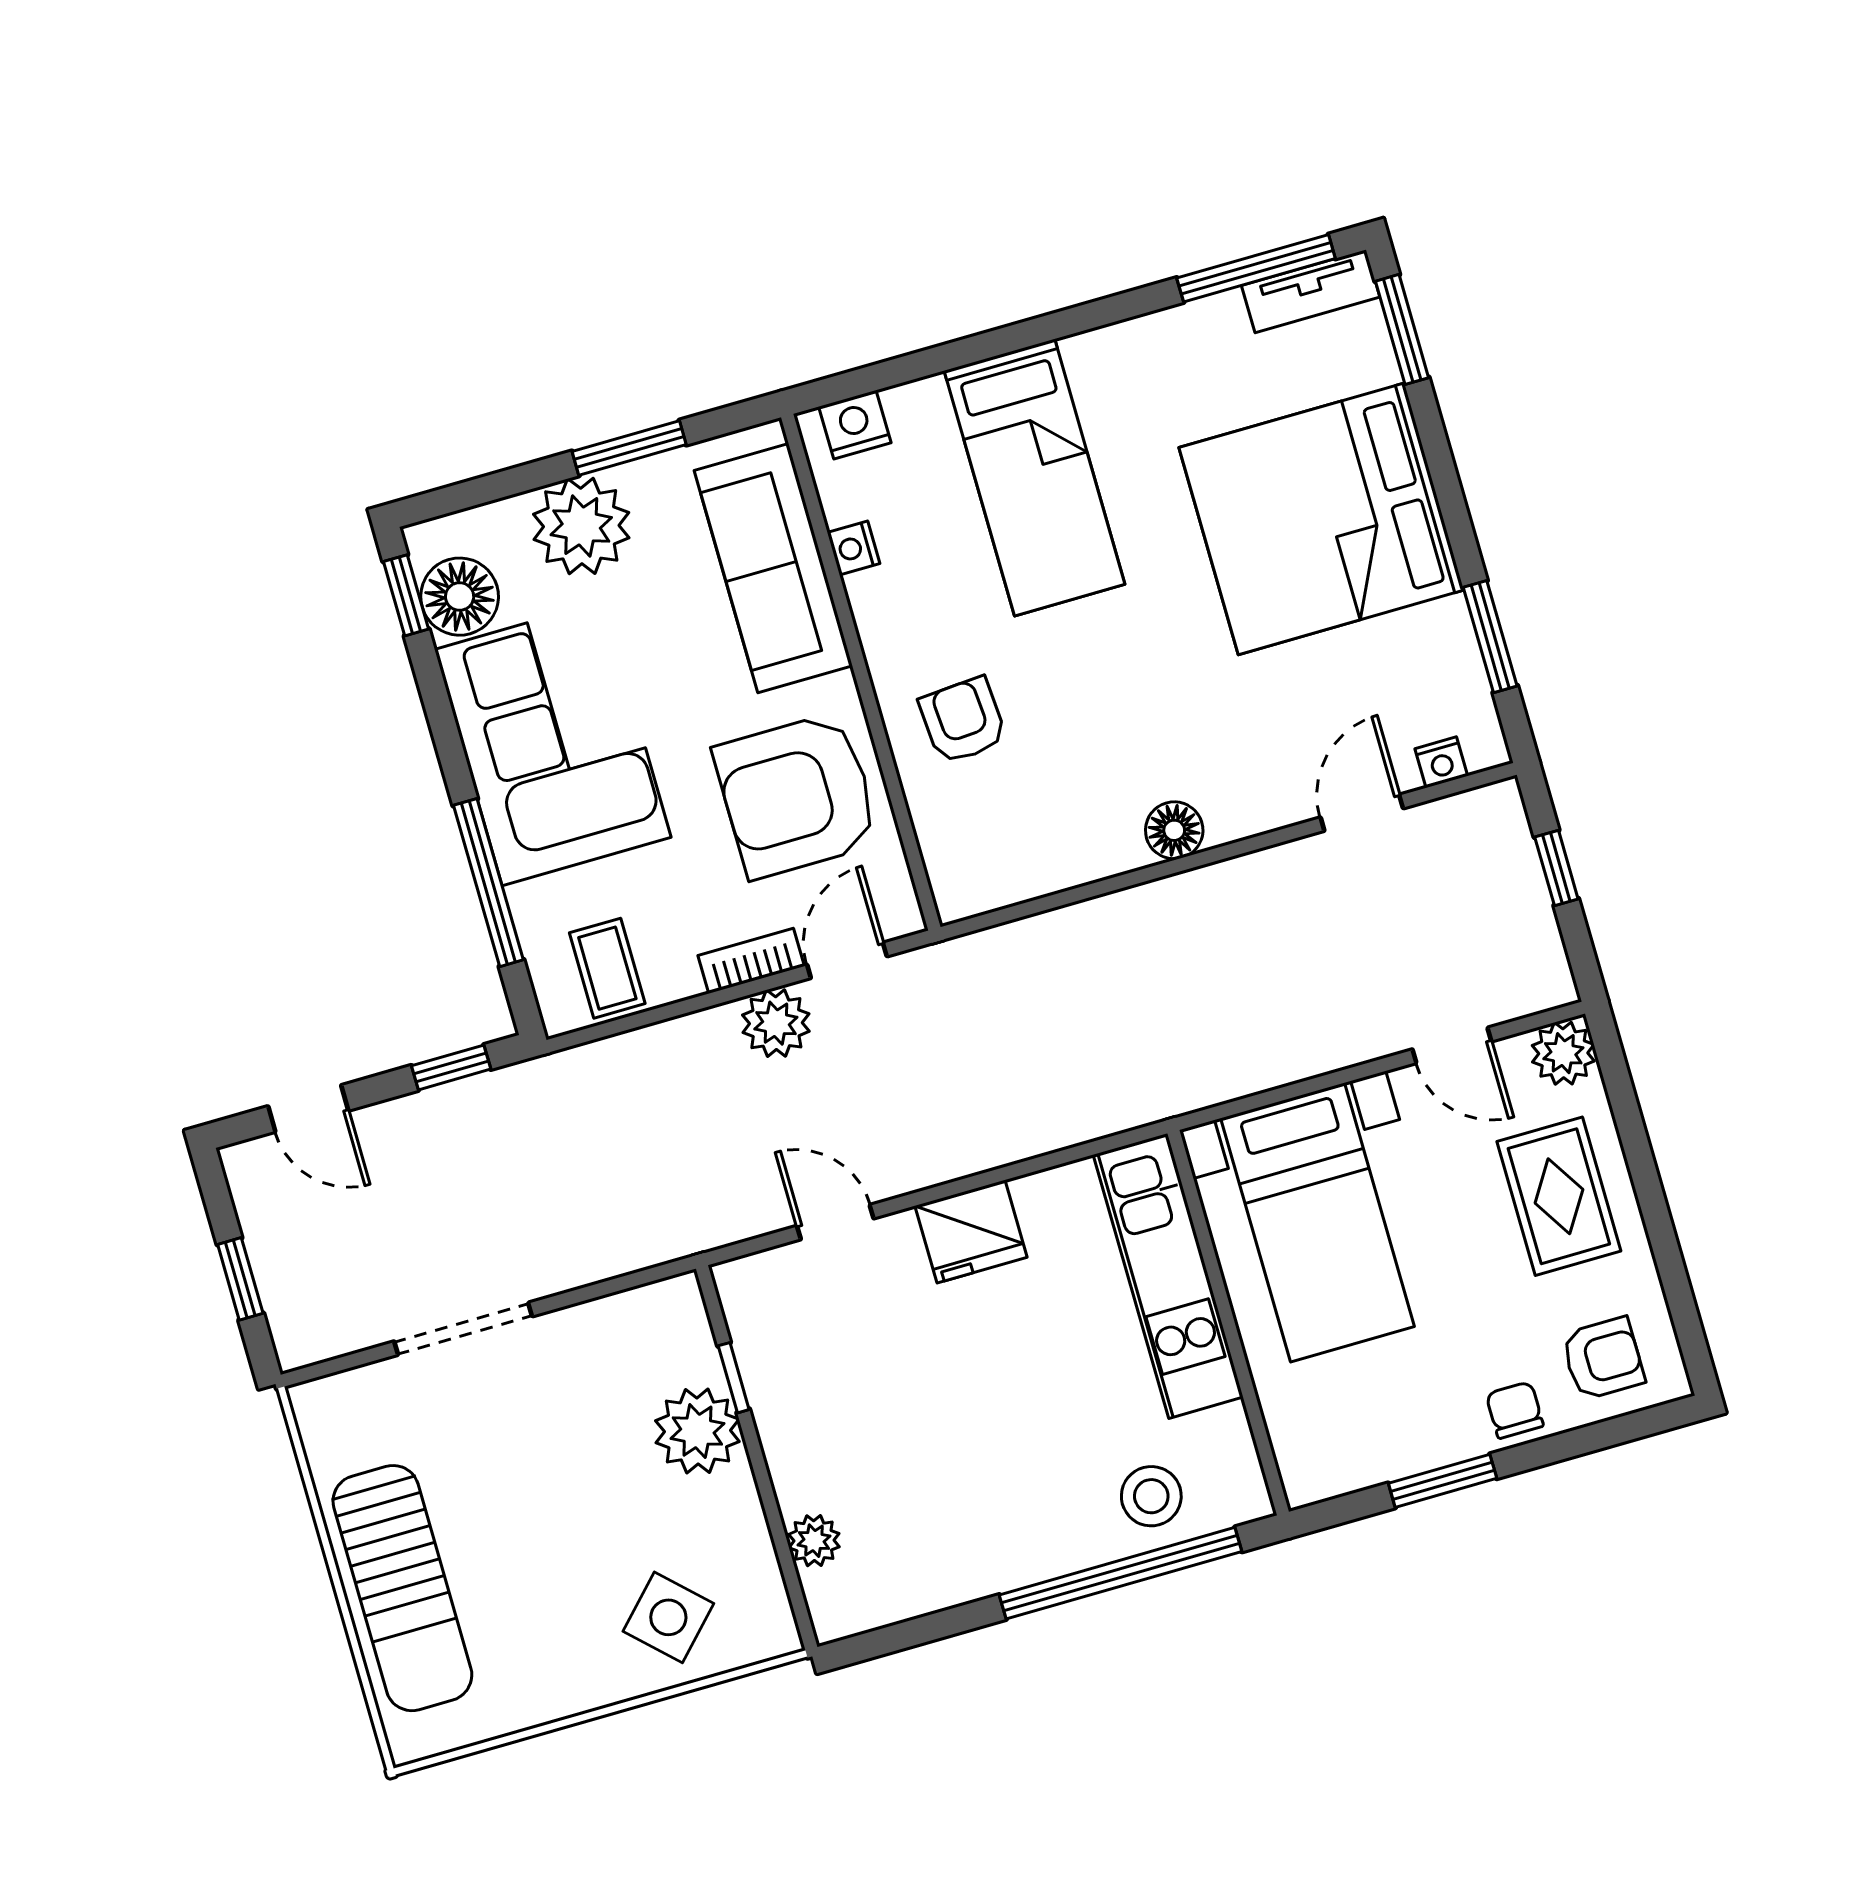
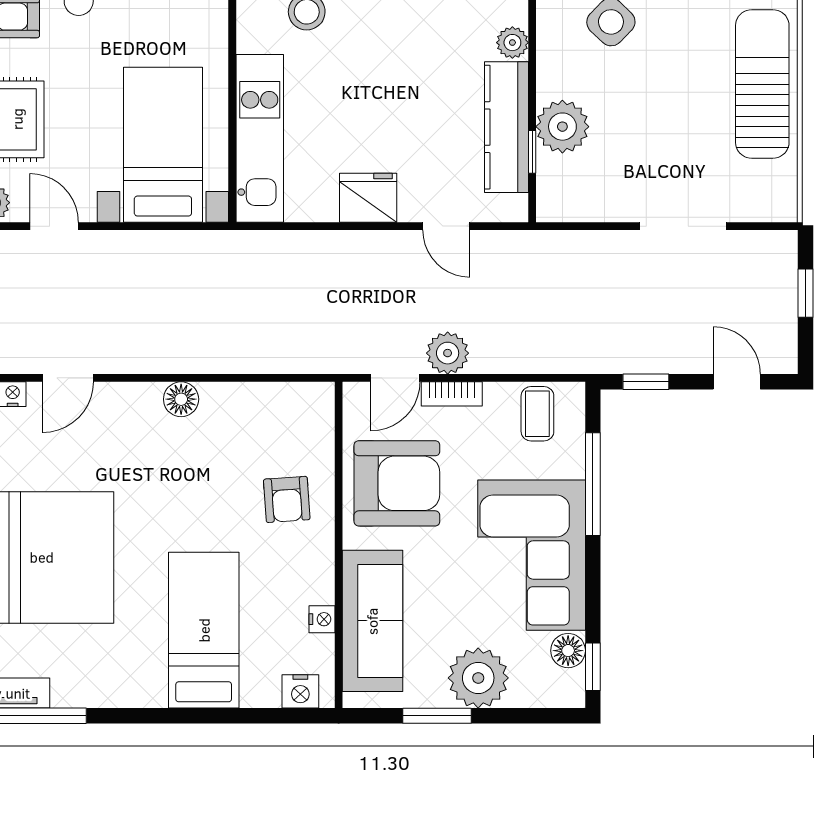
floor lamp: (460, 597) -> (568, 651), width x0.73, depth x0.73
kitchen counter: (785, 1405) -> (506, 127), added

